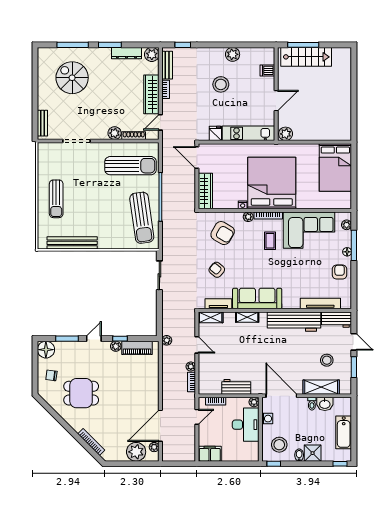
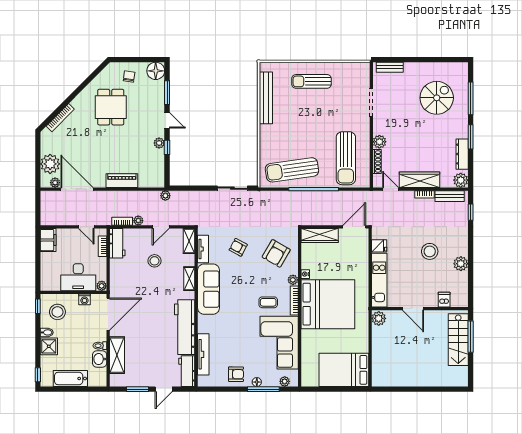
armchair: (217, 270) -> (238, 247), turned -102
piano: (137, 348) -> (122, 181), moved, turned 90
stool: (327, 360) -> (154, 261), moved
workbench: (236, 387) -> (117, 243), moved

